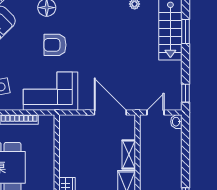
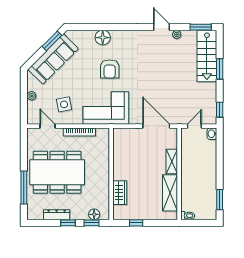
window: (186, 32) -> (220, 69), moved
armchair: (55, 45) -> (110, 69), turned -90

